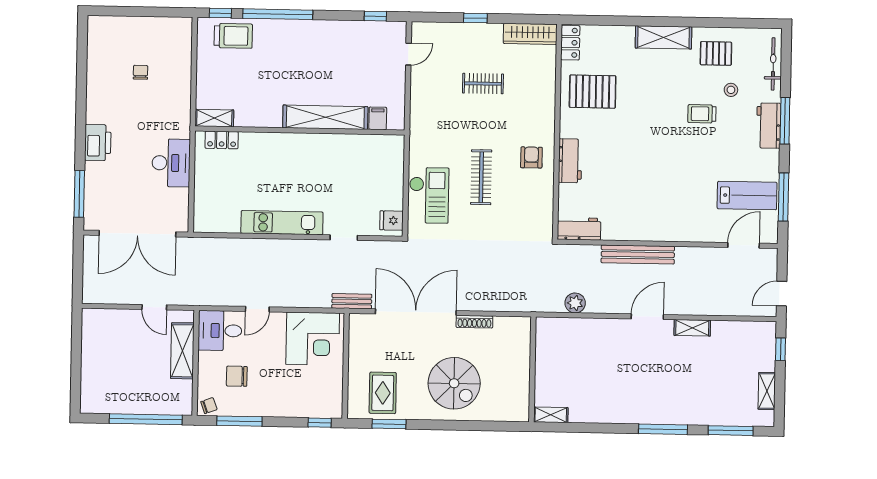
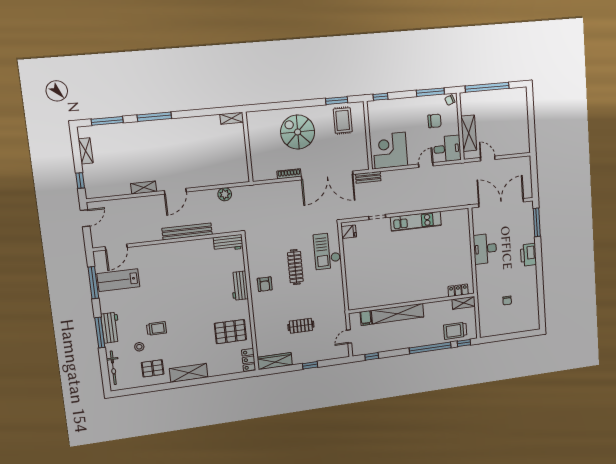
shelving: (325, 117) -> (398, 314), moved
shelving: (214, 118) -> (464, 303), moved
filing cabinet: (378, 118) -> (366, 318), moved
wall: (300, 131) -> (412, 303), moved
locker: (222, 140) -> (458, 290), moved

